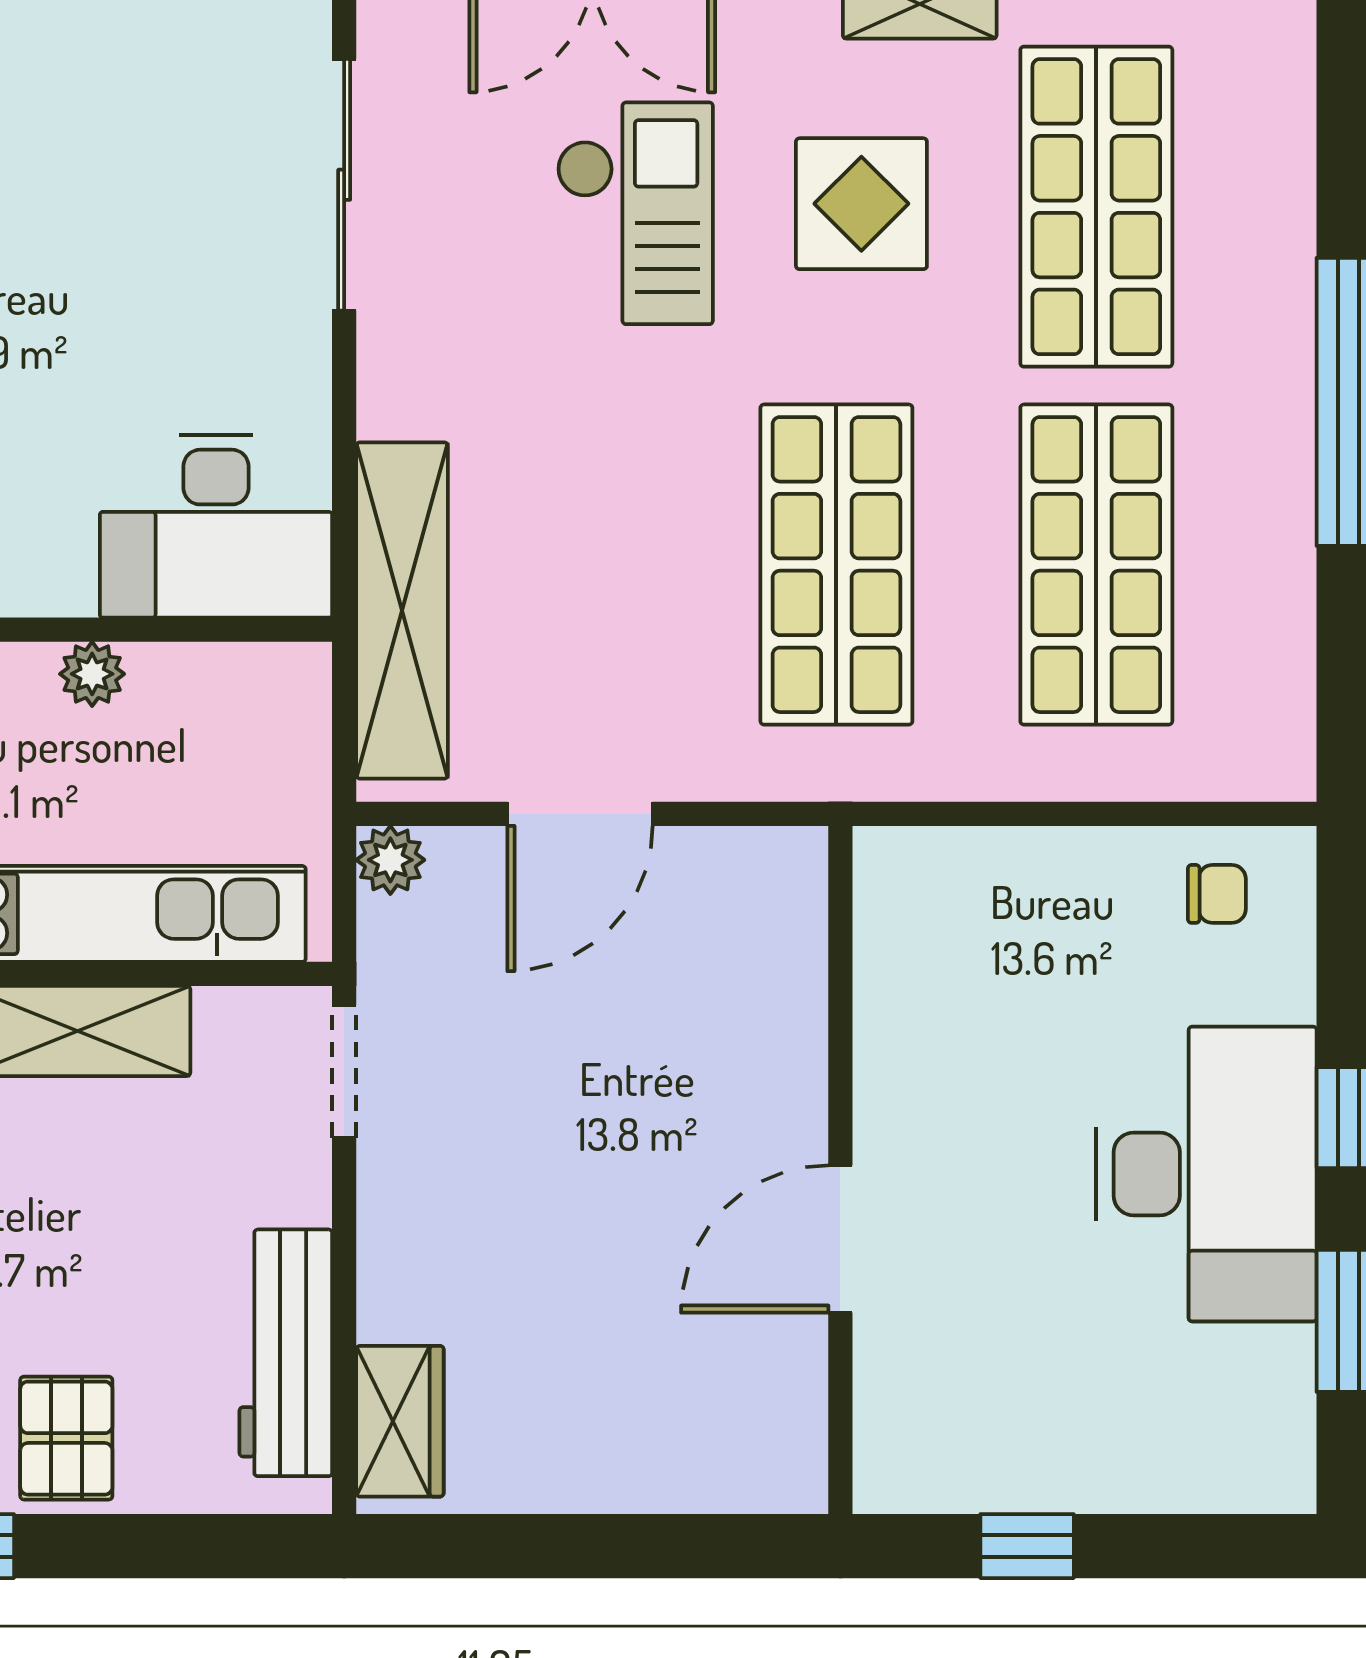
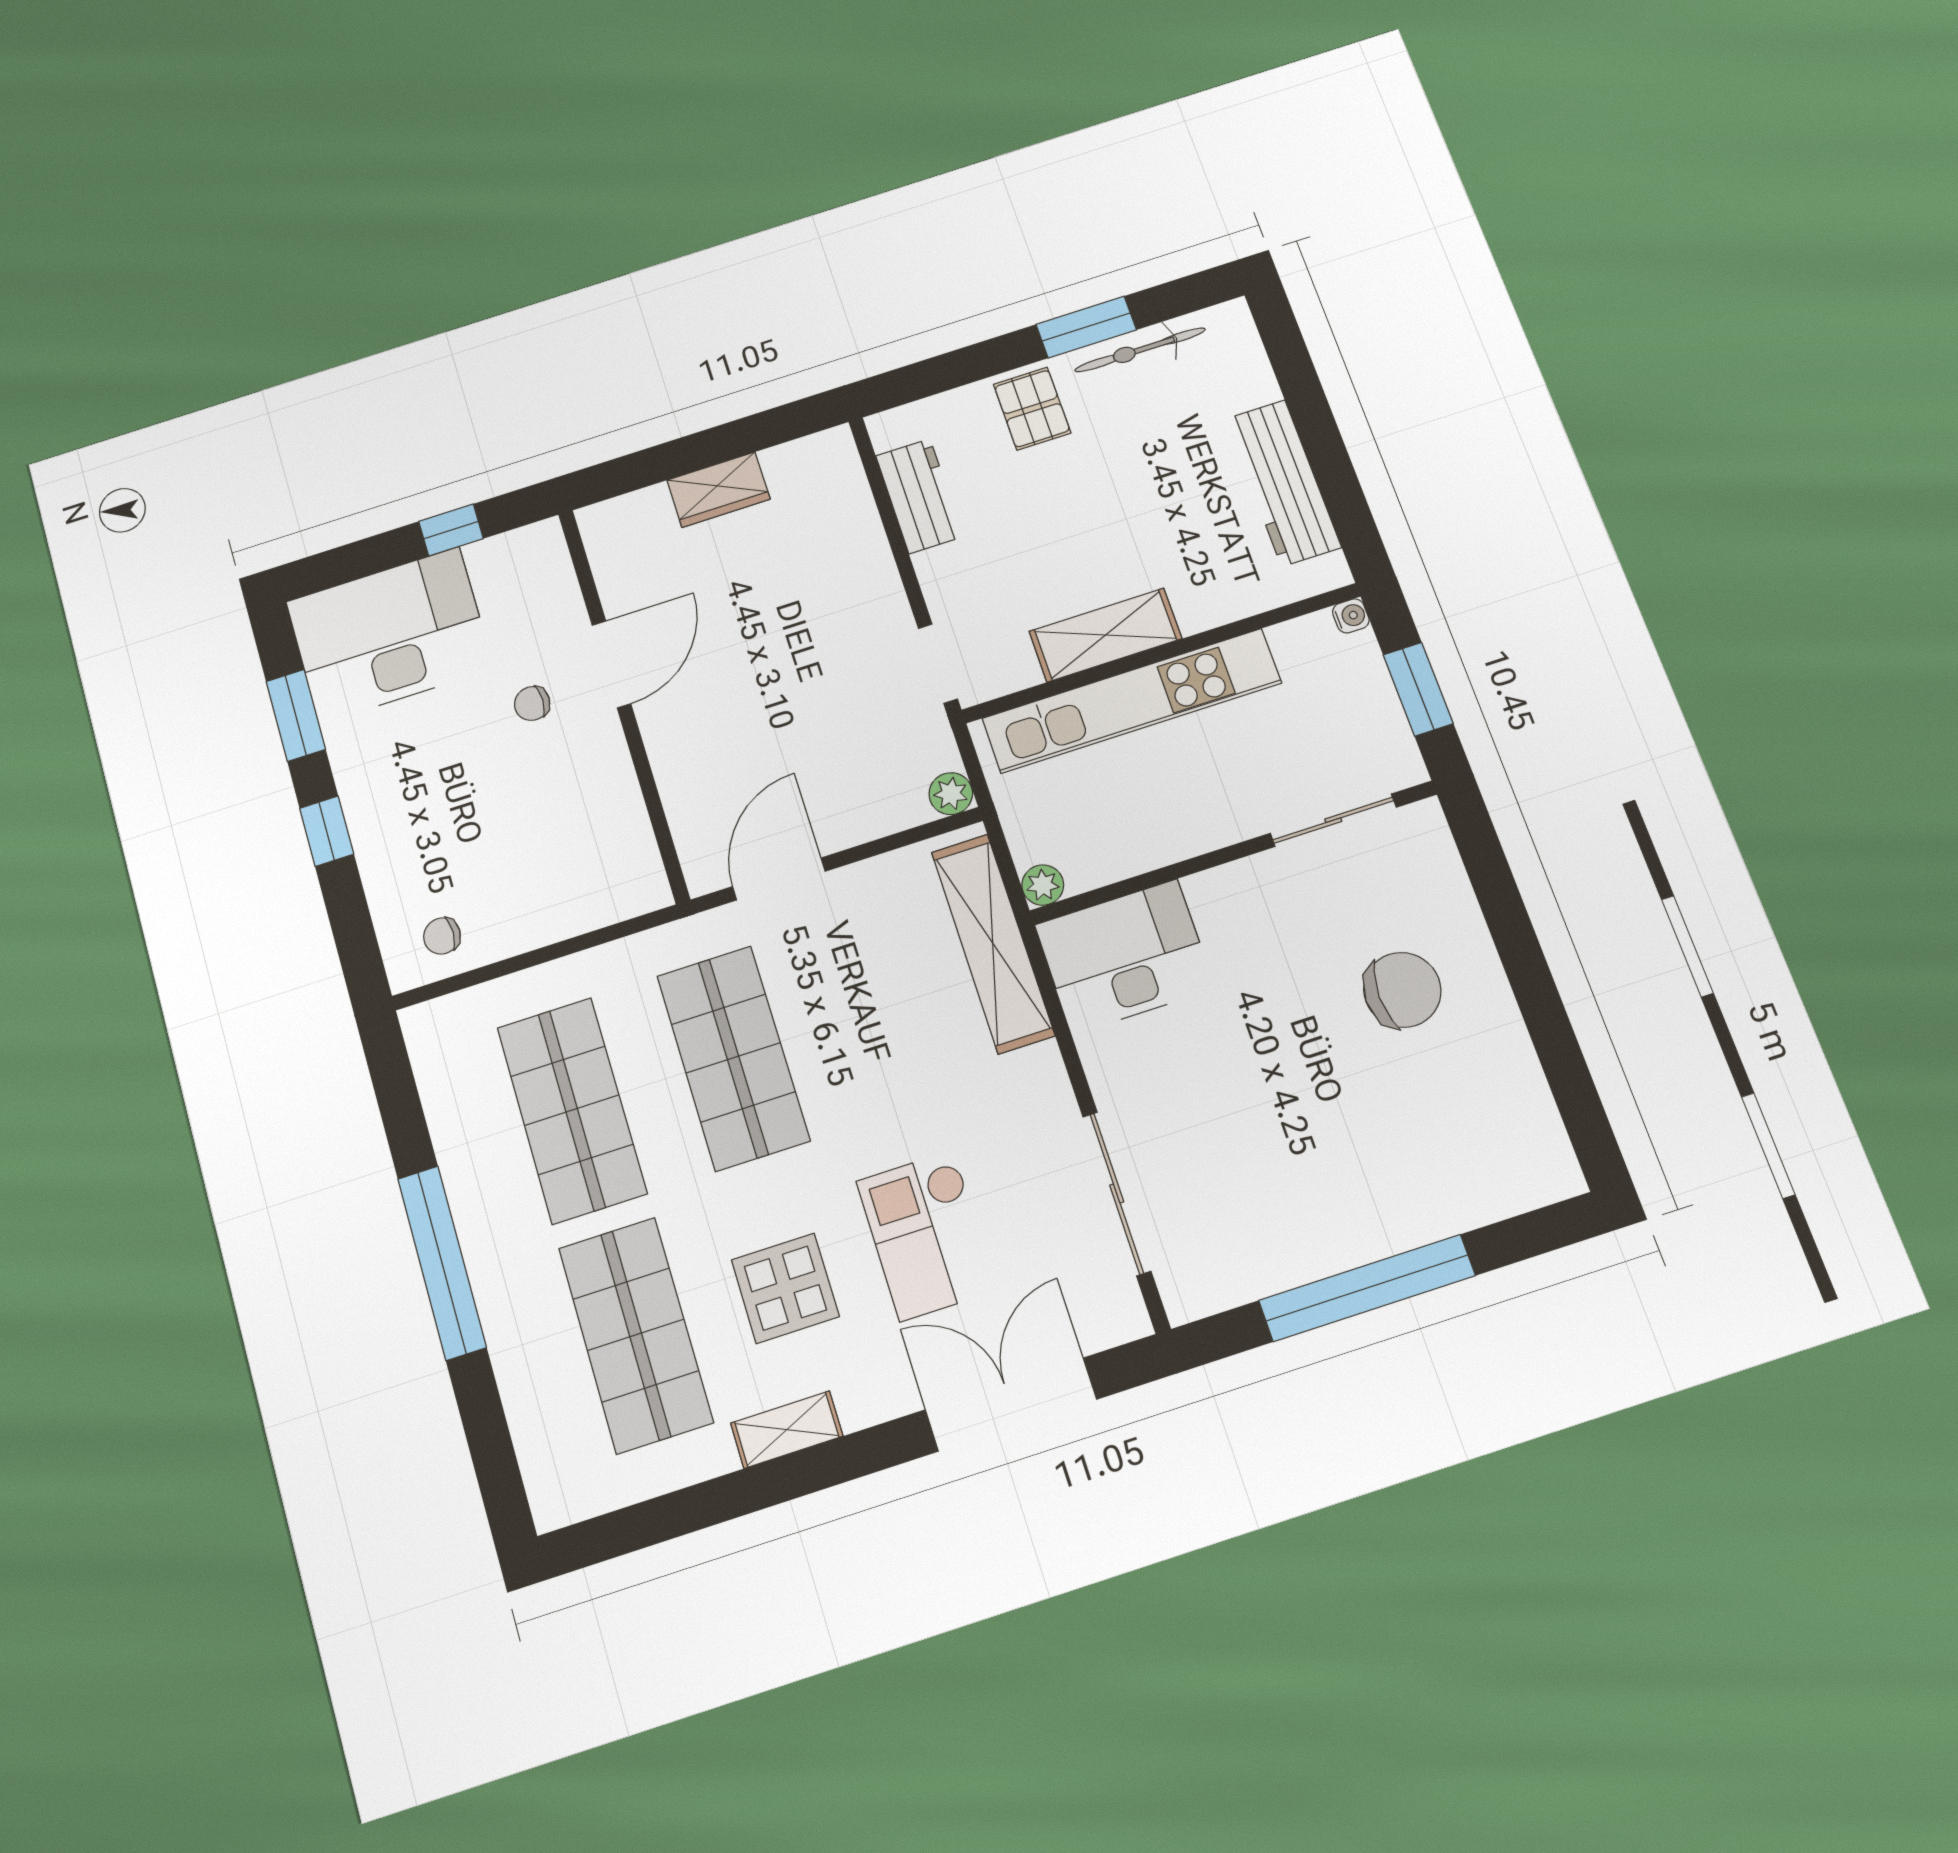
plant: (92, 674) -> (1043, 885), moved
door: (580, 814) -> (779, 879), moved
desk: (1206, 1174) -> (390, 635), moved, turned 90
chair: (980, 1217) -> (532, 703), added
workbench: (286, 1353) -> (919, 496), width x0.73
wardrobe: (400, 1421) -> (718, 490), moved, turned -90

